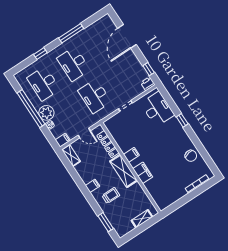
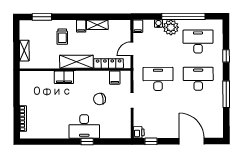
desk: (157, 109) -> (84, 126), moved
shelving: (71, 155) -> (97, 25), moved
filing cabinet: (131, 155) -> (115, 78), moved
chair: (191, 156) -> (100, 99), moved

